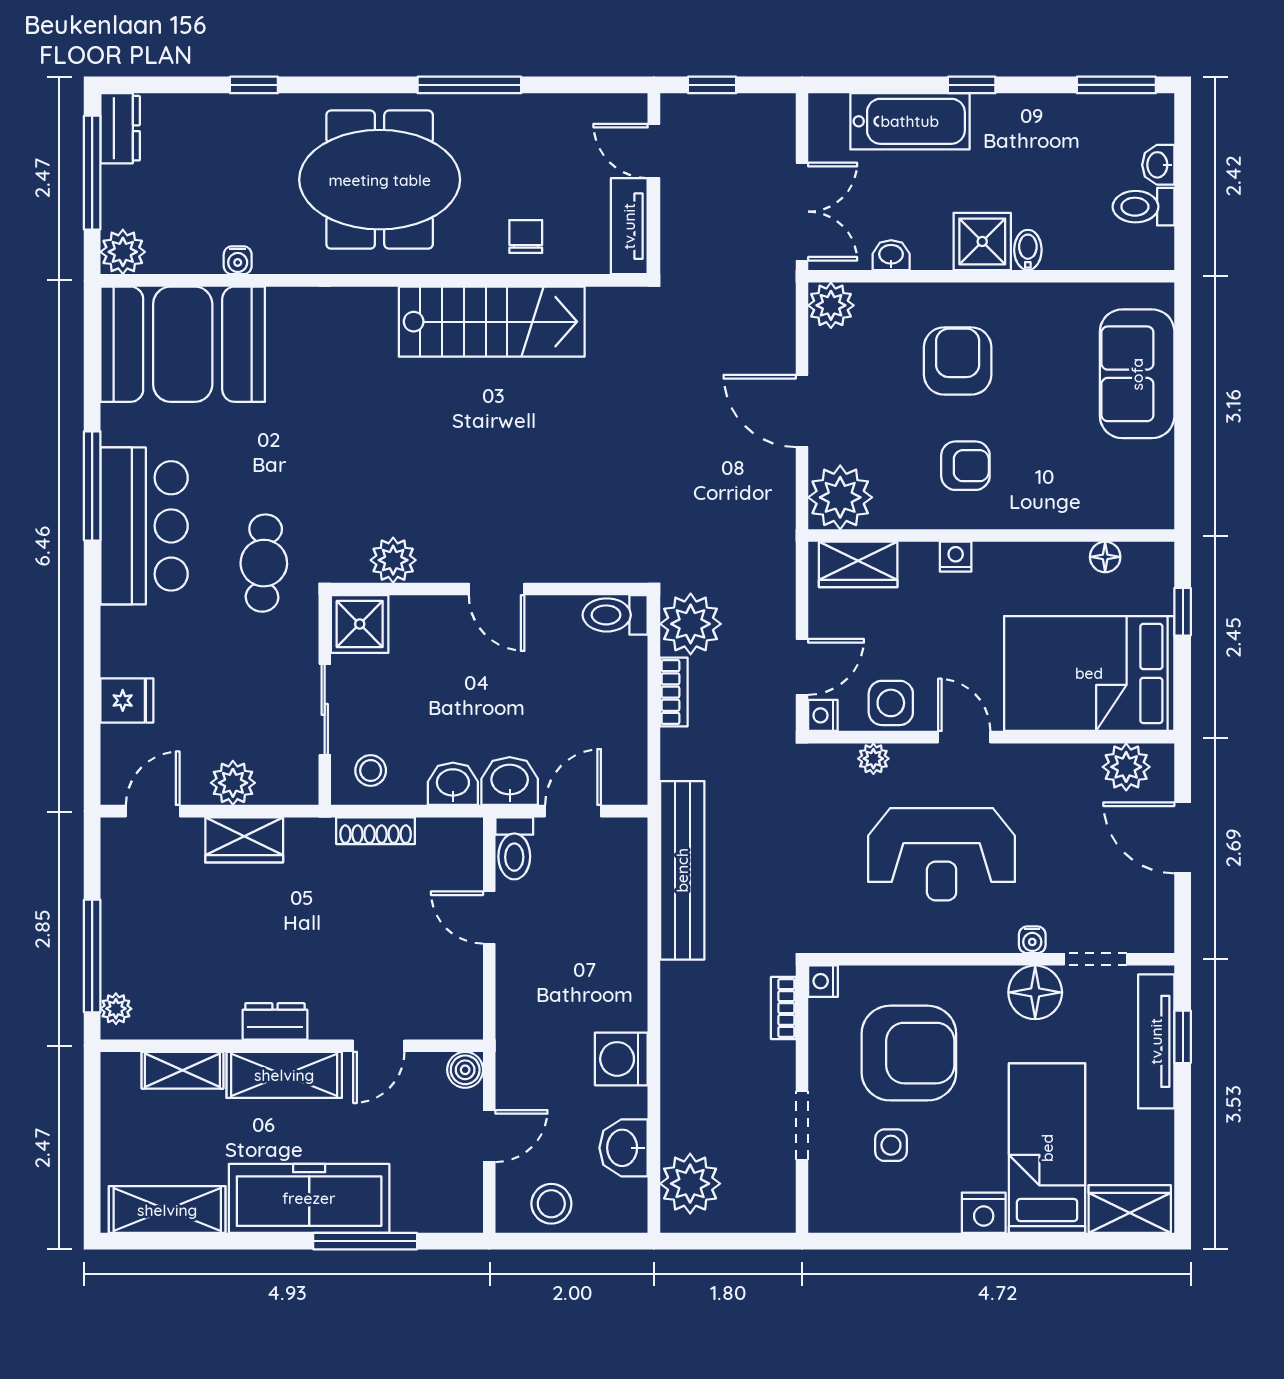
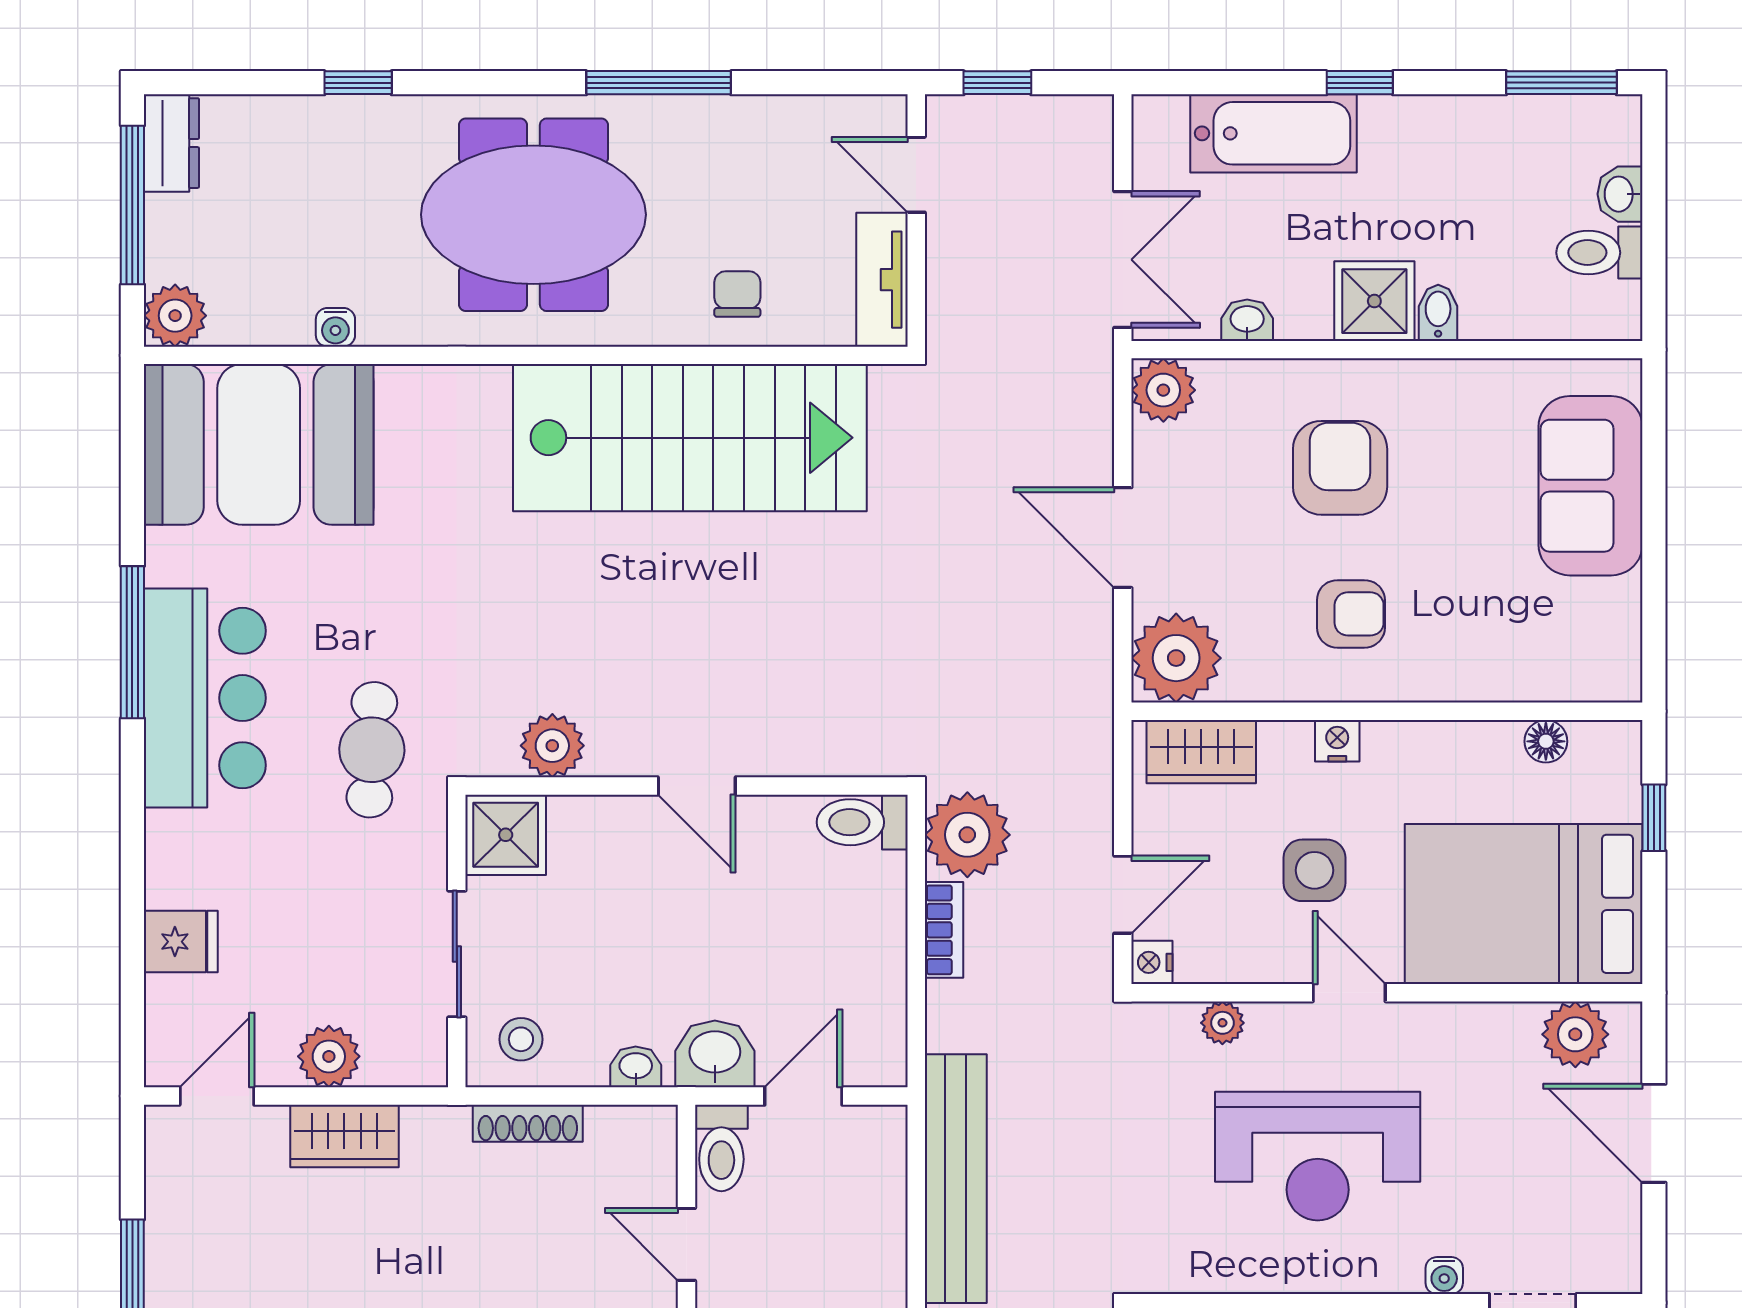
stairs: (492, 322) -> (690, 438), width x1.36, depth x1.51
side table: (891, 703) -> (1314, 870), moved
washbasin: (453, 784) -> (636, 1067), width x0.72, depth x0.69

